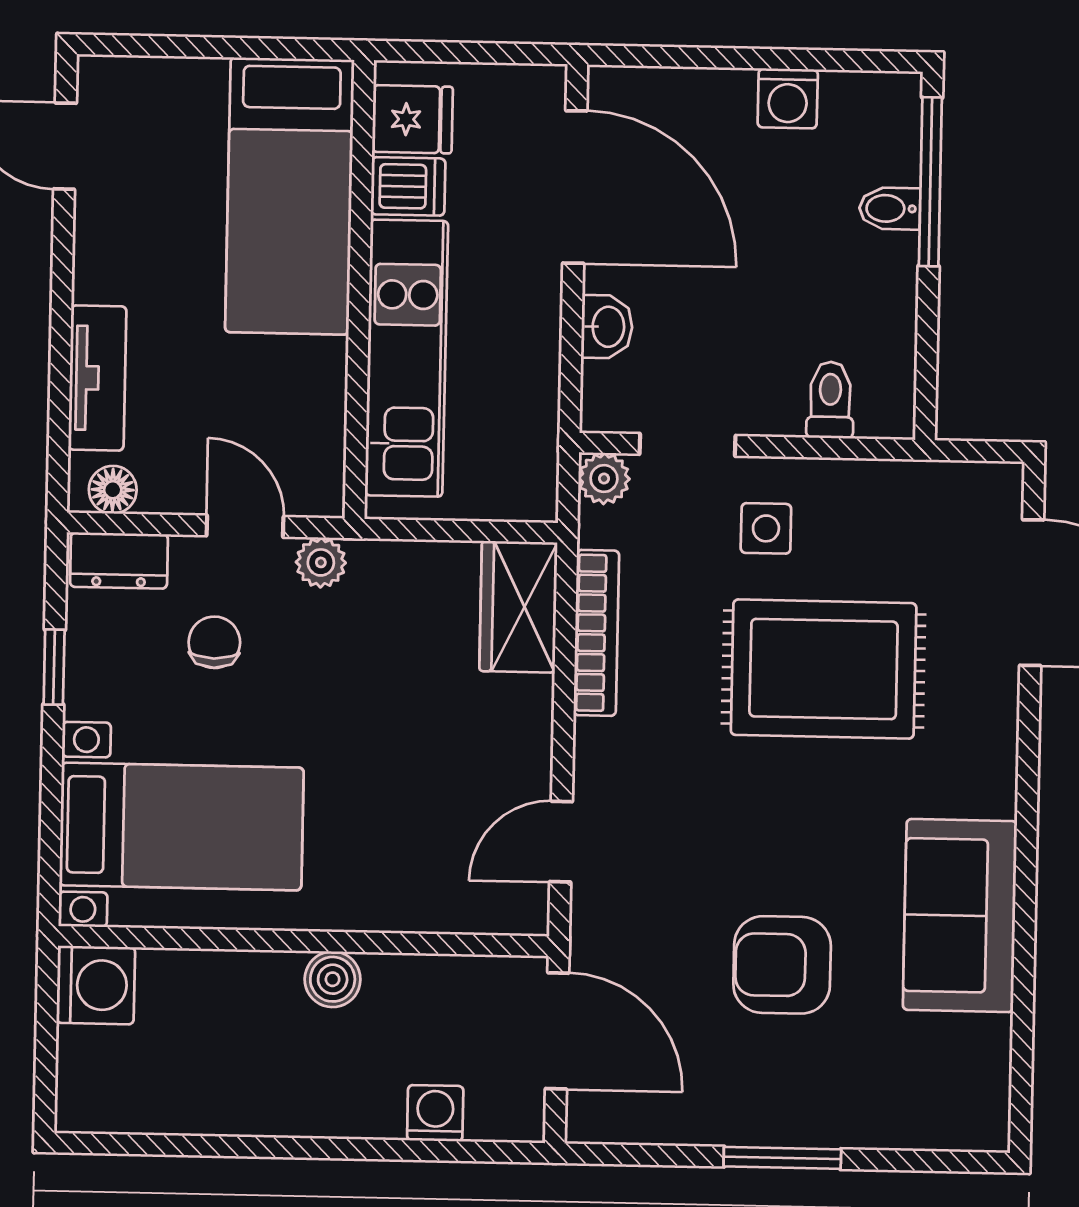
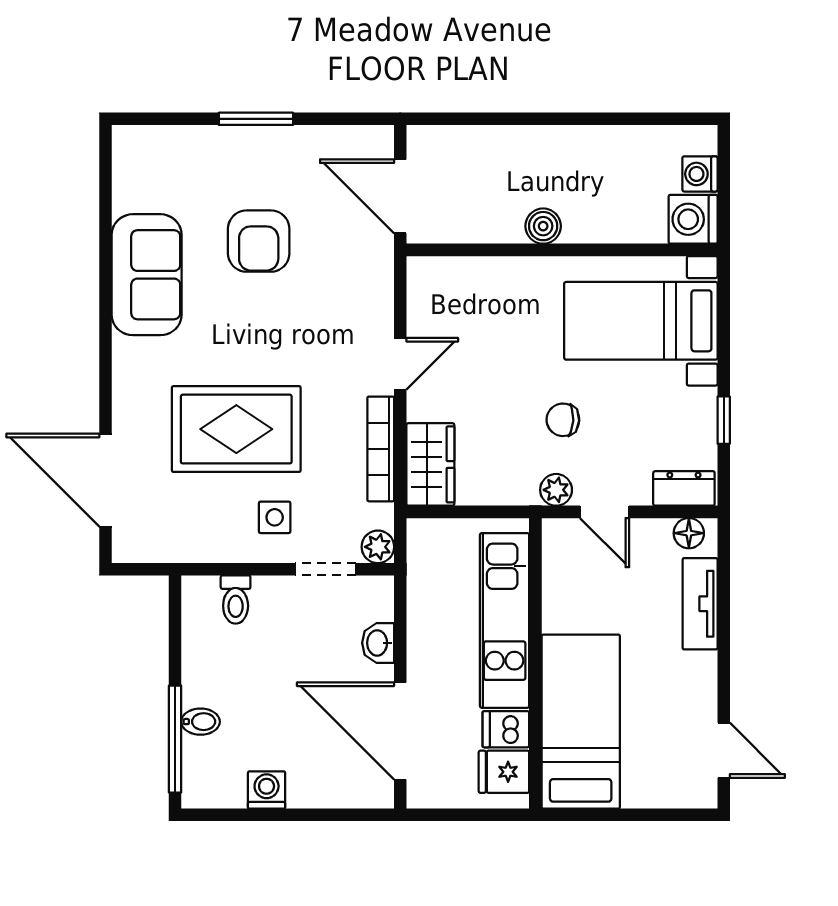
chair: (214, 642) -> (563, 420), moved, turned 93
door: (561, 842) -> (400, 364), moved
armchair: (782, 965) -> (259, 241), turned 90
washing machine: (435, 1113) -> (700, 174), moved, turned 90

